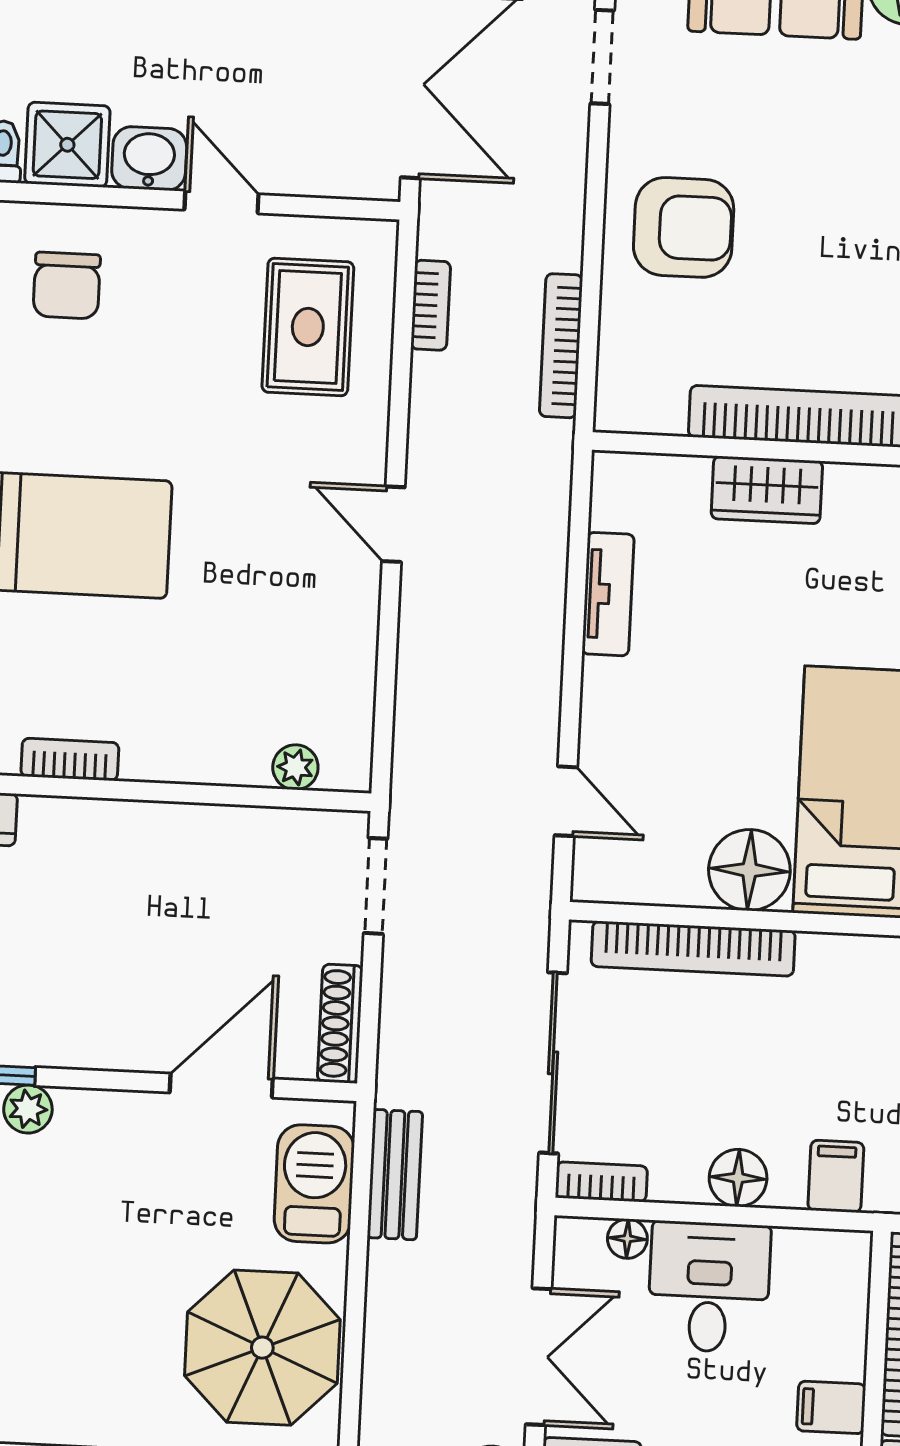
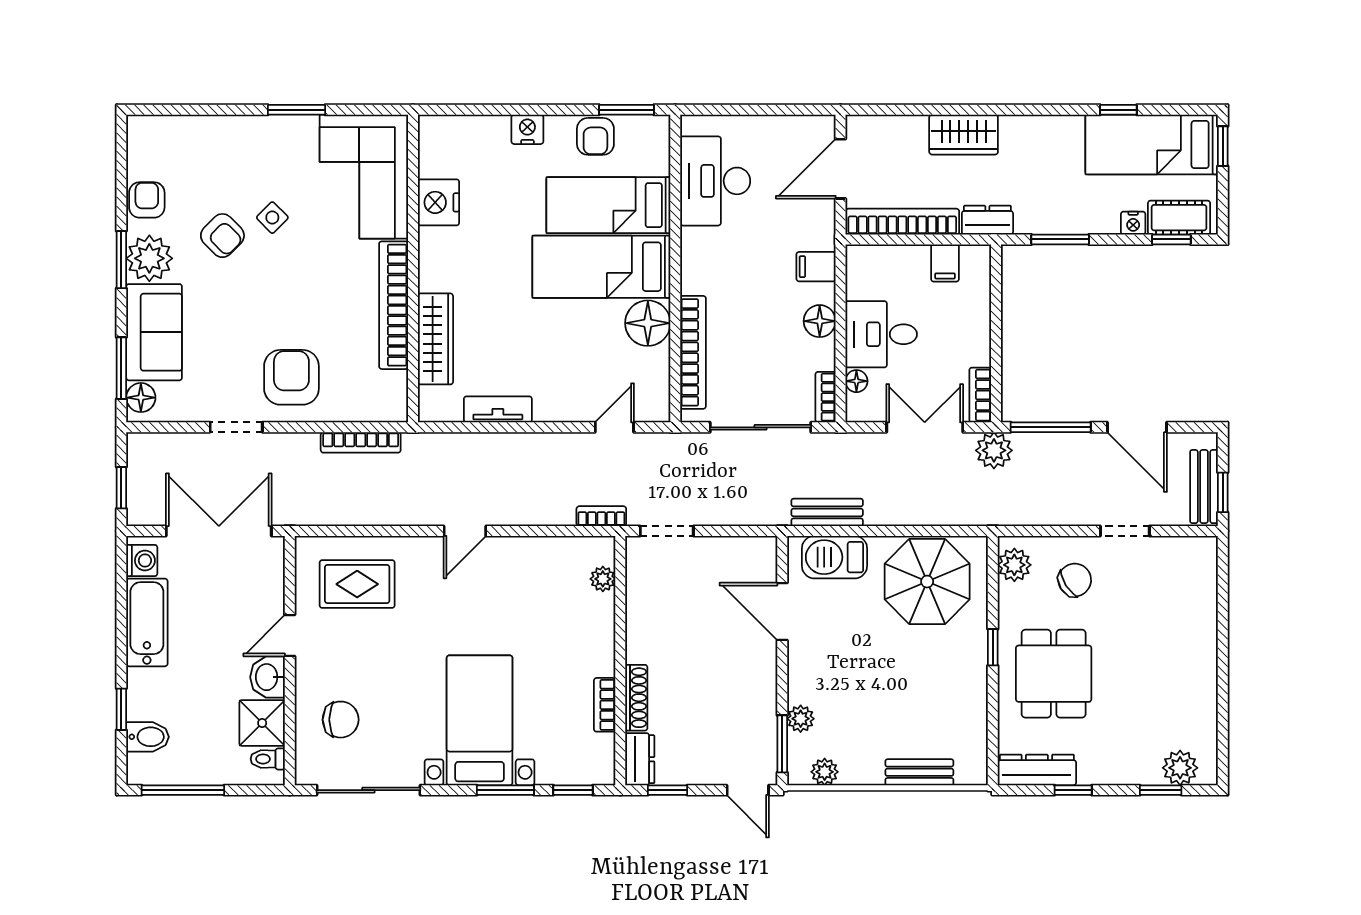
doorway: (602, 57) -> (236, 427), moved
bookcase: (431, 305) -> (601, 516), moved
wardrobe: (767, 490) -> (435, 339), width x1.50
shoe rack: (340, 1024) -> (636, 698), moved, turned -90

